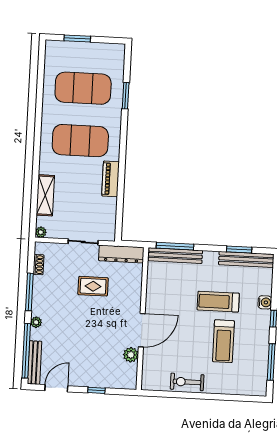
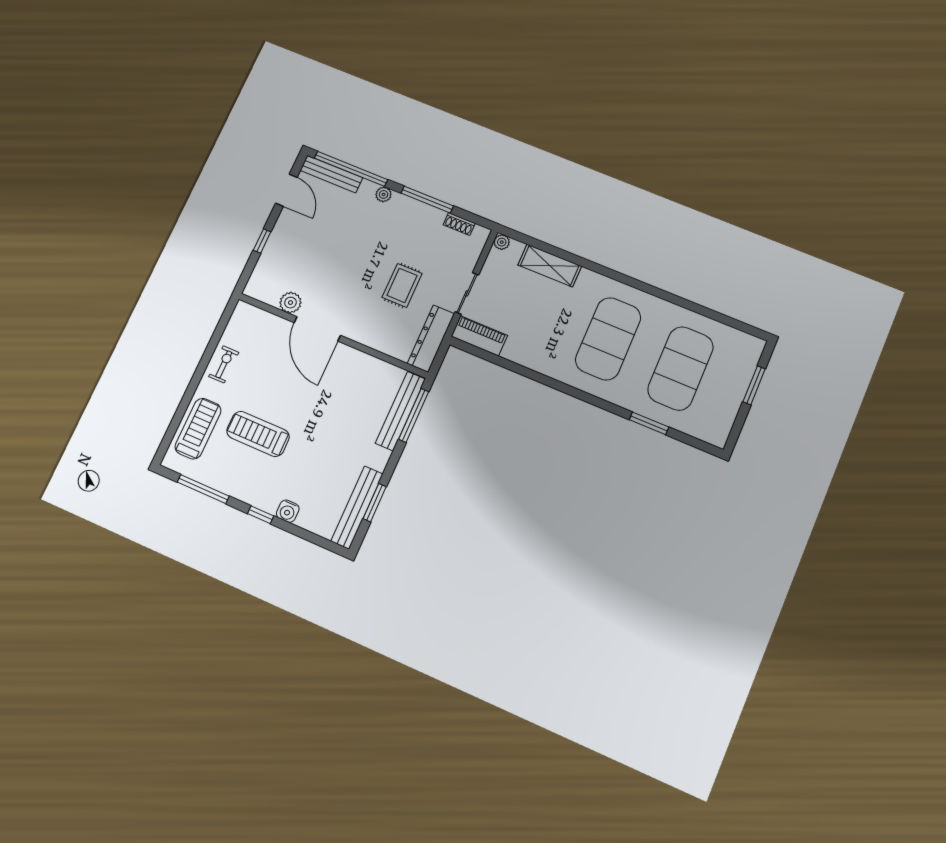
piano: (111, 179) -> (479, 336), moved
treadmill: (218, 302) -> (198, 429), moved
exercise bike: (187, 382) -> (224, 364), width x0.73, depth x0.72

